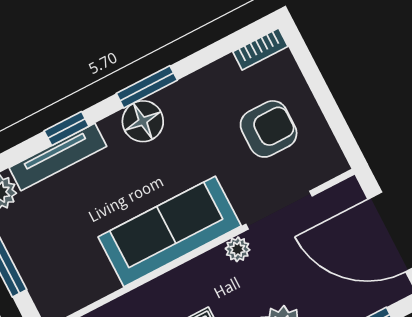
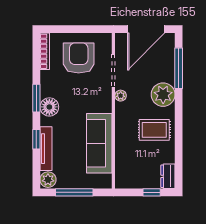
bookcase: (260, 49) -> (45, 51), width x1.56
armchair: (269, 129) -> (79, 58), width x1.36, depth x1.36
sofa: (170, 231) -> (99, 143), moved

